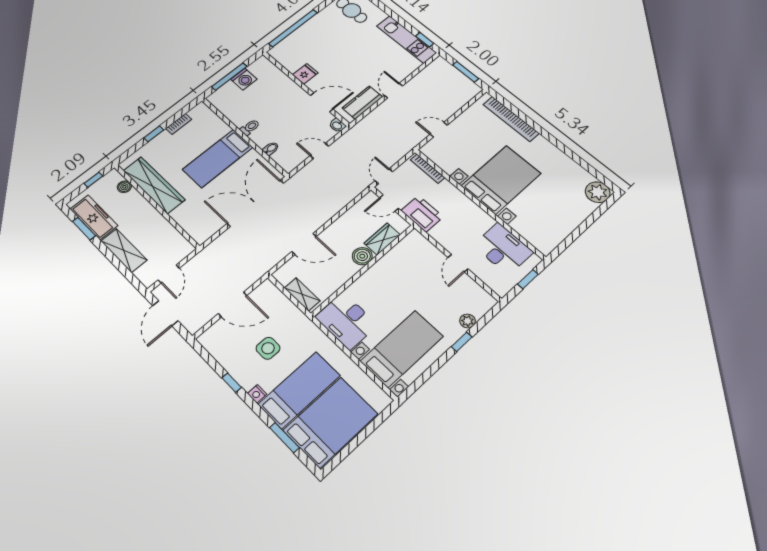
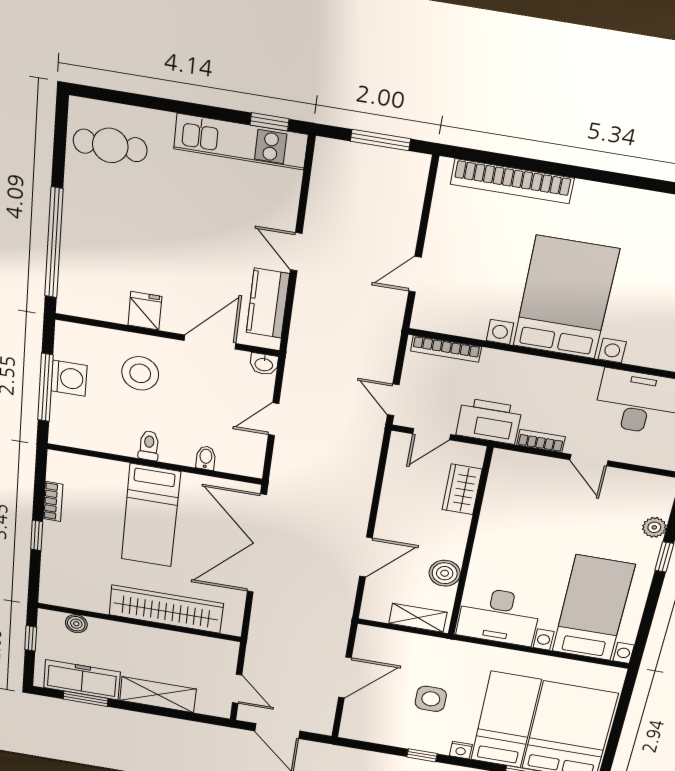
stool: (278, 96) -> (140, 373), added
wardrobe: (154, 185) -> (166, 609), moved
bookcase: (441, 239) -> (541, 441), added
boiler: (362, 256) -> (445, 573), moved

